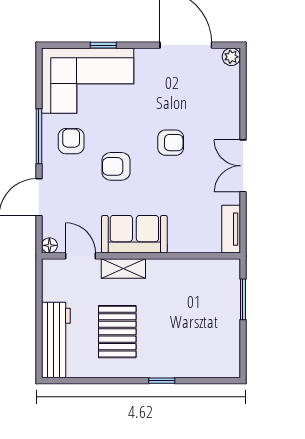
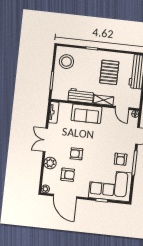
plant: (227, 116) -> (50, 163), added
armchair: (116, 166) -> (68, 175), moved
double door: (243, 166) -> (45, 140), swing flipped
sofa: (134, 234) -> (87, 114), moved
workbench: (175, 273) -> (81, 96), added
stool: (215, 345) -> (66, 62), added

